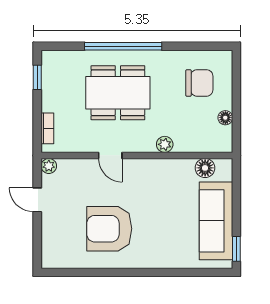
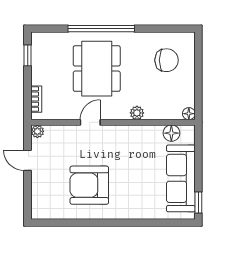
dining table: (118, 93) -> (97, 69), turned 90
floor lamp: (225, 118) -> (189, 114), moved
door: (110, 155) -> (90, 122), swing flipped

